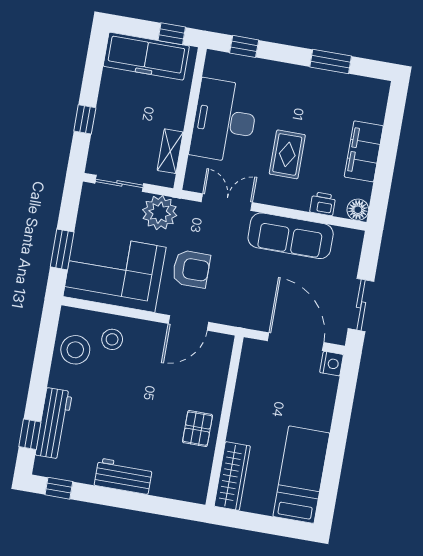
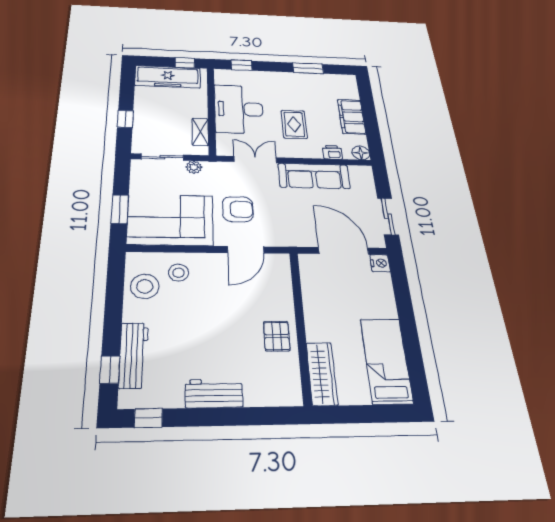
plant: (160, 213) -> (194, 167), width x0.53, depth x0.53

